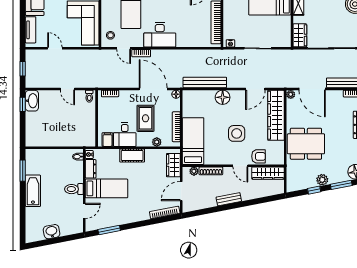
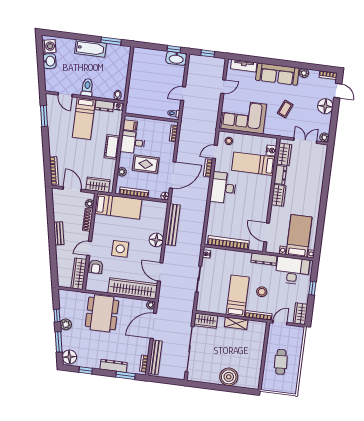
washing machine: (36, 234) -> (49, 46), added

